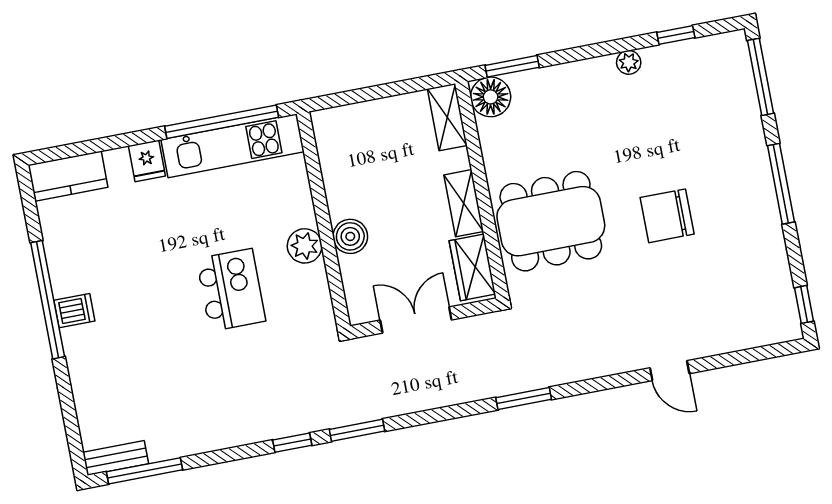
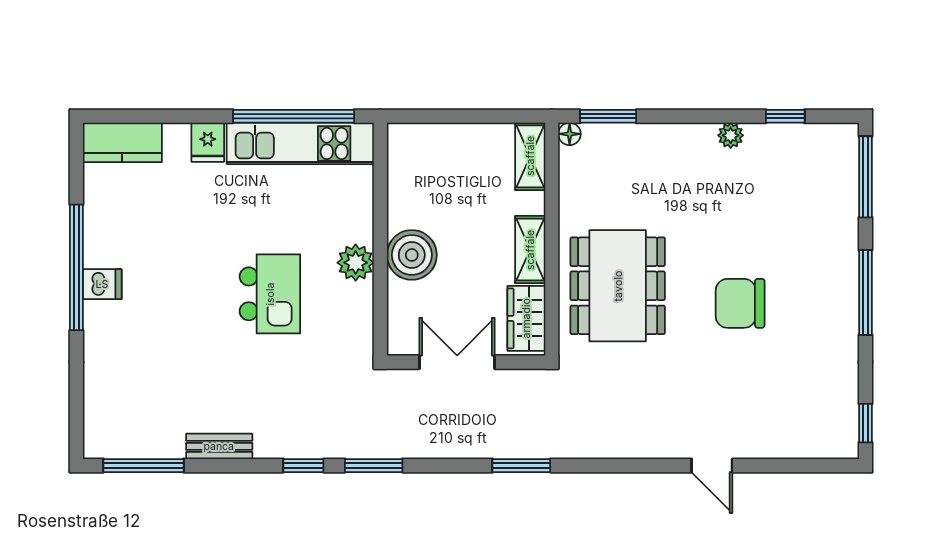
floor lamp: (491, 97) -> (570, 134), width x0.53, depth x0.53
dining table: (551, 221) -> (618, 286), turned 90
boiler: (350, 236) -> (412, 255), width x1.37, depth x1.37
window: (524, 399) -> (521, 466), moved
bench: (116, 458) -> (219, 446), moved

